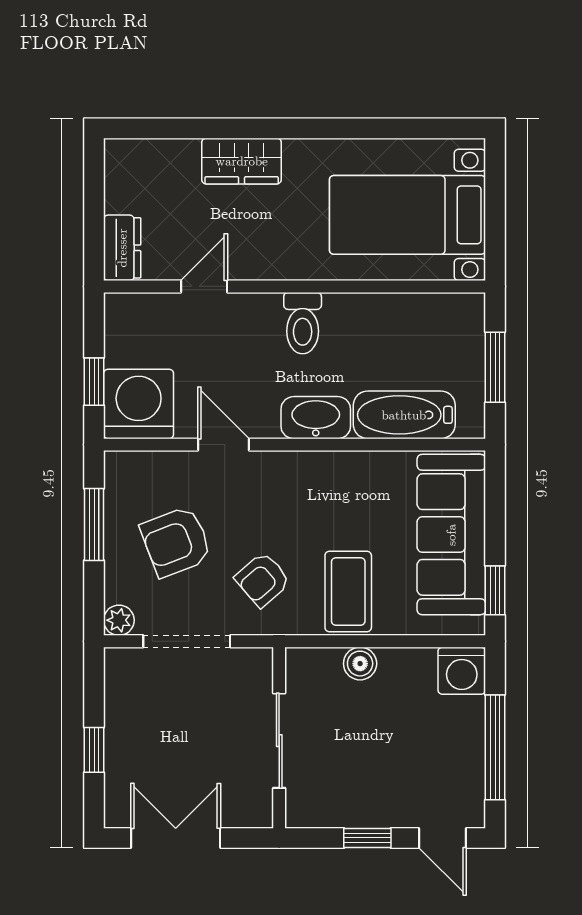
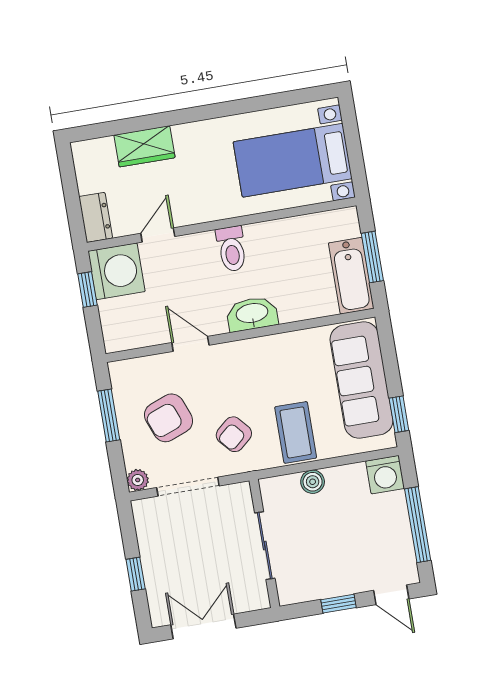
wardrobe: (242, 161) -> (144, 146), moved
window: (94, 382) -> (87, 289), moved
washing machine: (139, 404) -> (117, 271), moved, turned 90
bathtub: (404, 415) -> (351, 276), moved, turned -90

